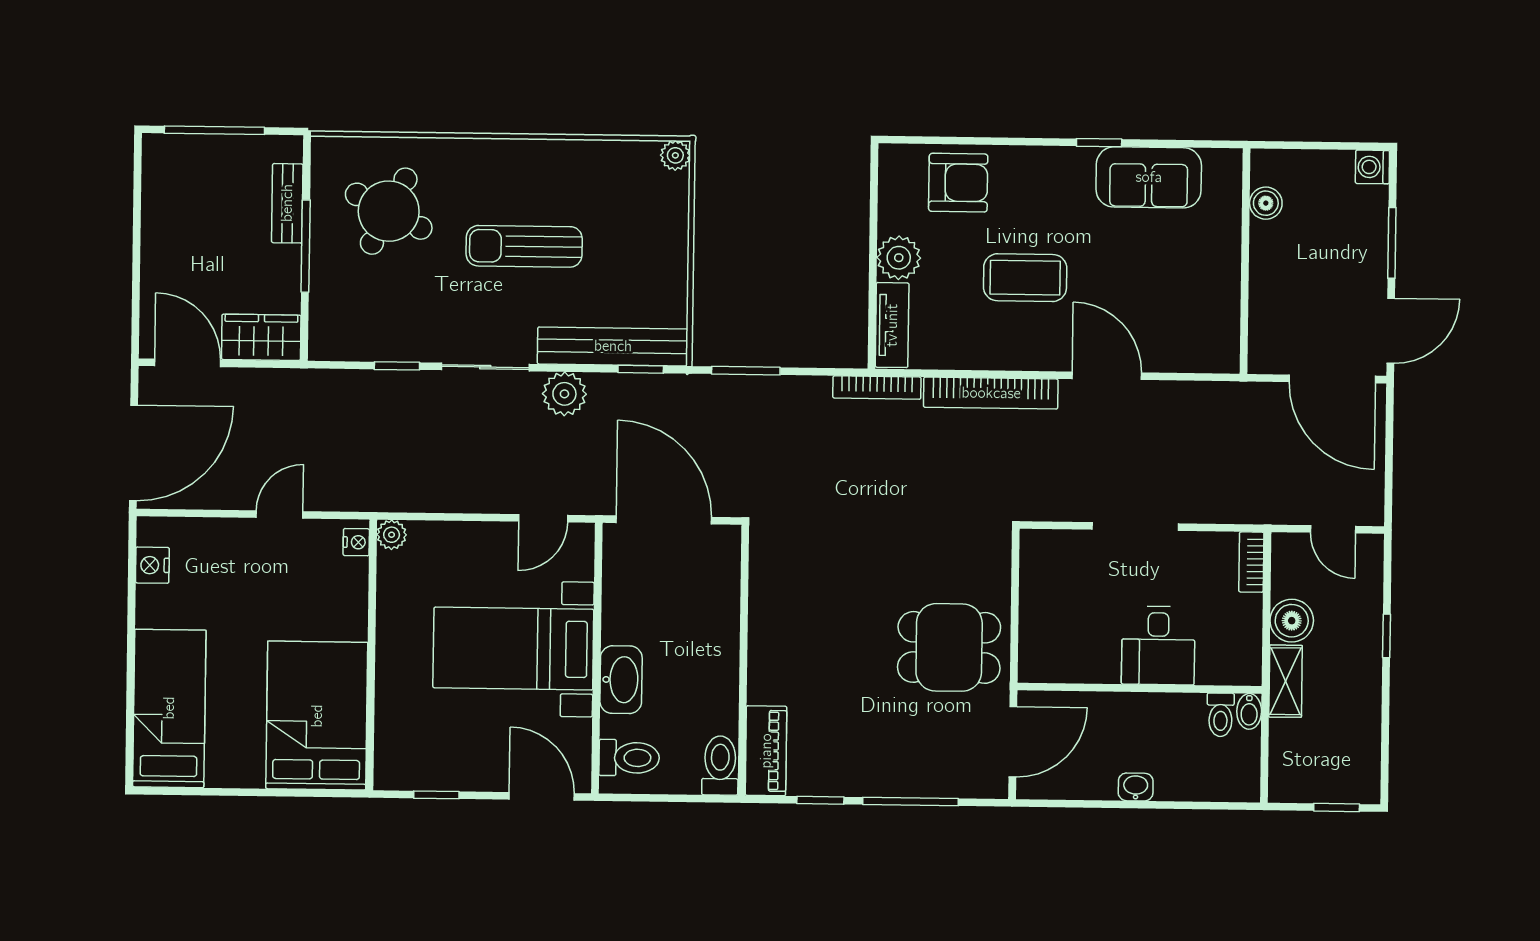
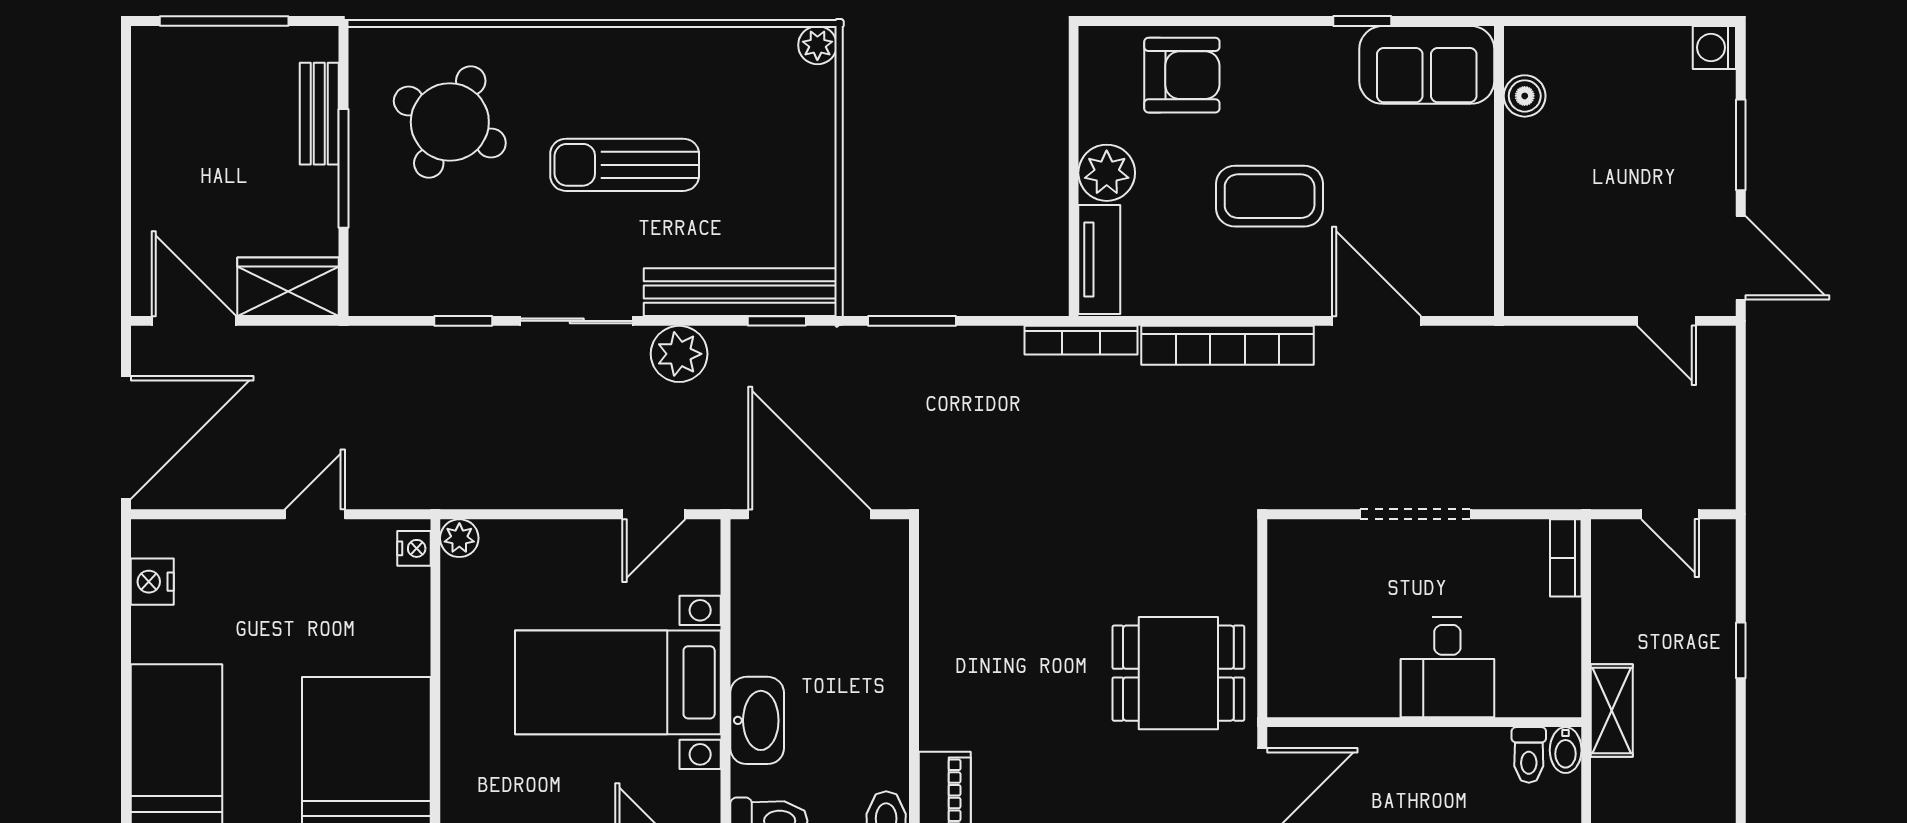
boiler: (1266, 203) -> (1525, 96), moved
wall: (1245, 261) -> (1499, 171), moved
door: (1391, 331) -> (1741, 258), hinge flipped
door: (1332, 379) -> (1666, 321), width x0.53
boiler: (1292, 621) -> (1619, 633), removed

